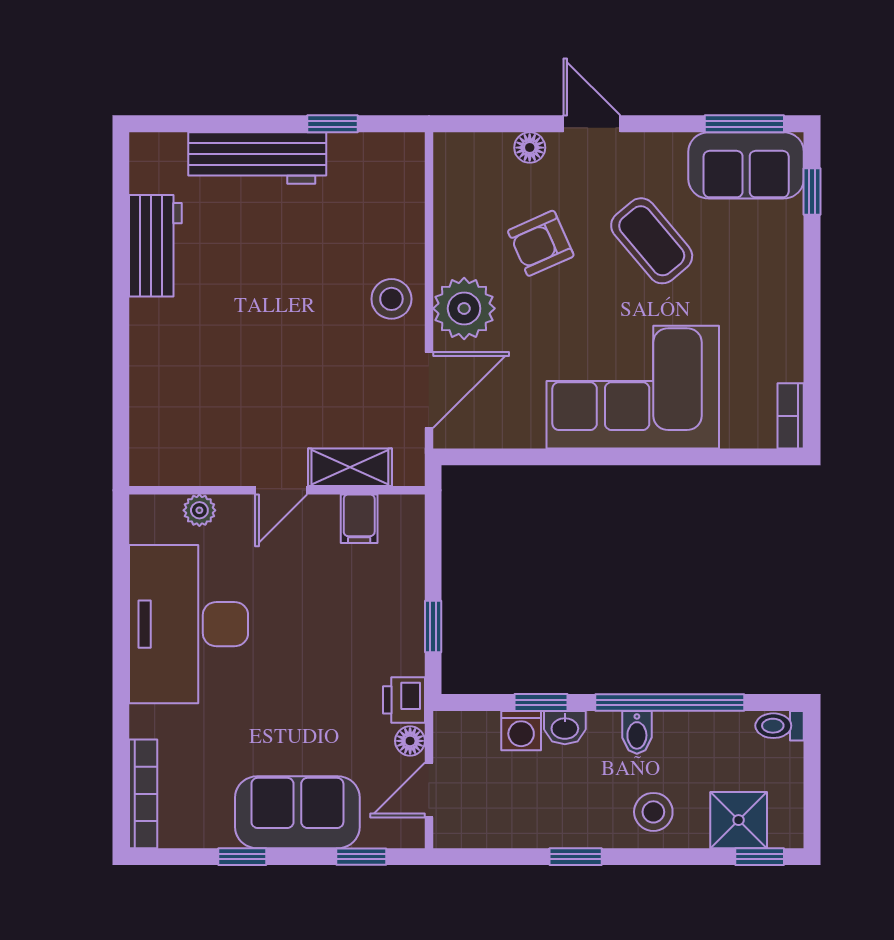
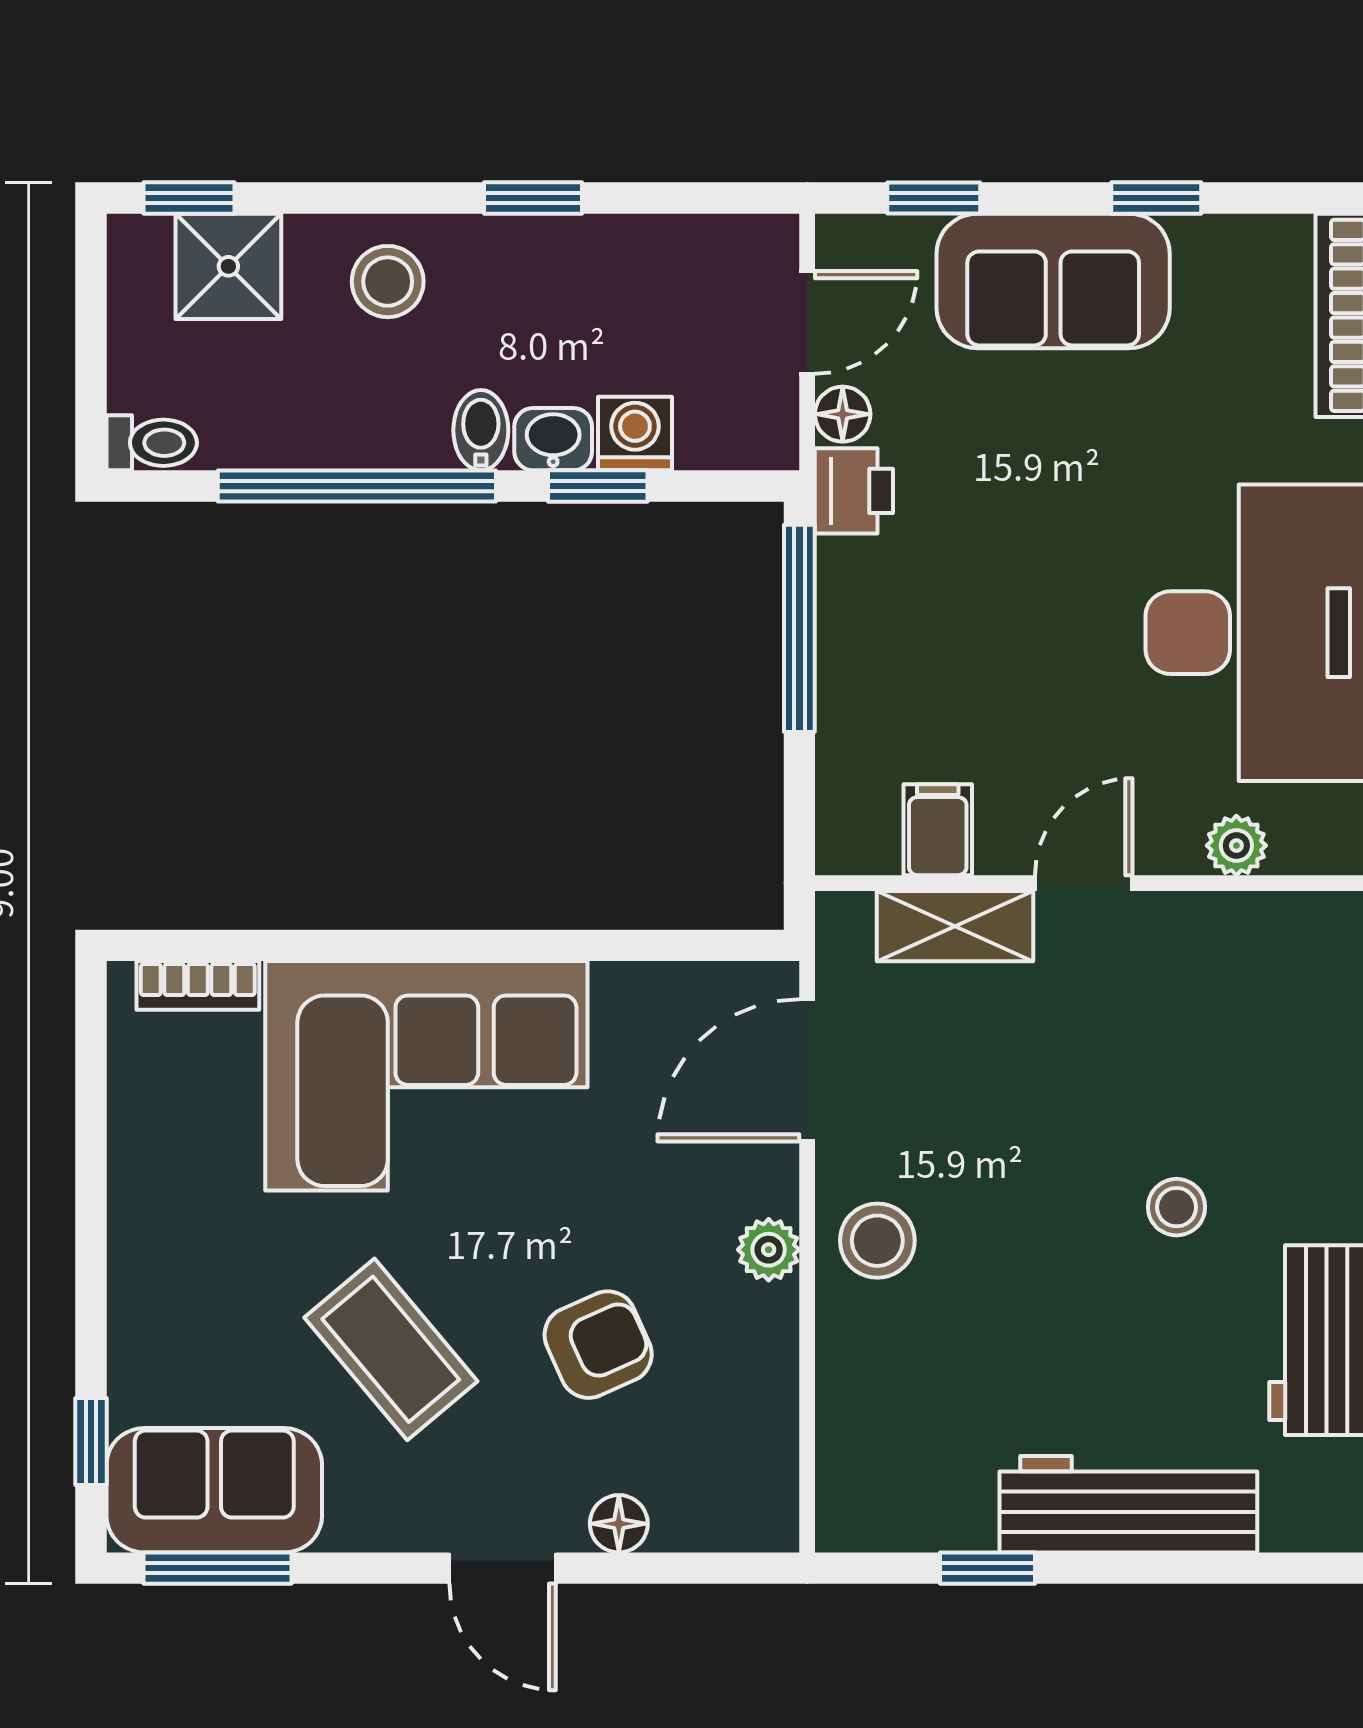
plant: (464, 308) -> (769, 1250), width x0.53, depth x0.53
stool: (231, 317) -> (1177, 1207), added
bookcase: (791, 416) -> (198, 985), moved, turned 90
window: (433, 626) -> (799, 628), width x2.17
bidet: (637, 732) -> (481, 430), moved

